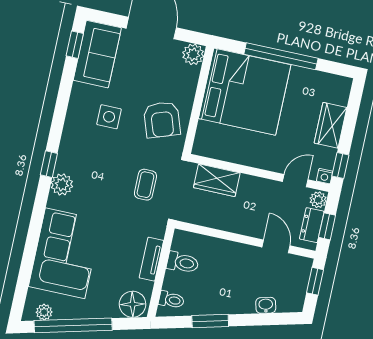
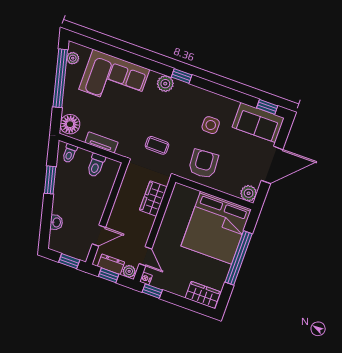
armchair: (162, 120) -> (203, 164), turned 105
wardrobe: (330, 125) -> (203, 295), moved

